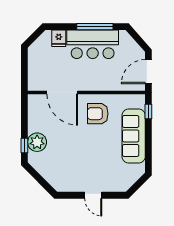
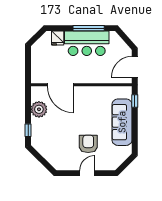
armchair: (98, 114) -> (88, 144), moved, turned 90
plant: (37, 142) -> (39, 109), moved
door: (93, 195) -> (87, 173), swing flipped

